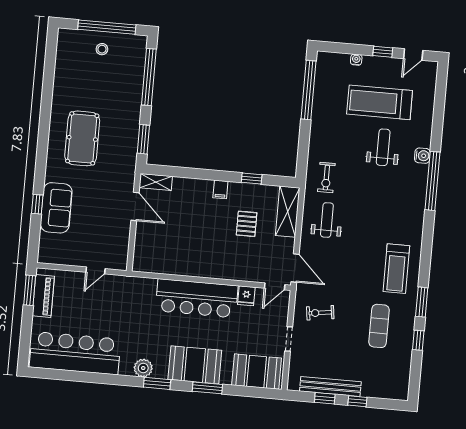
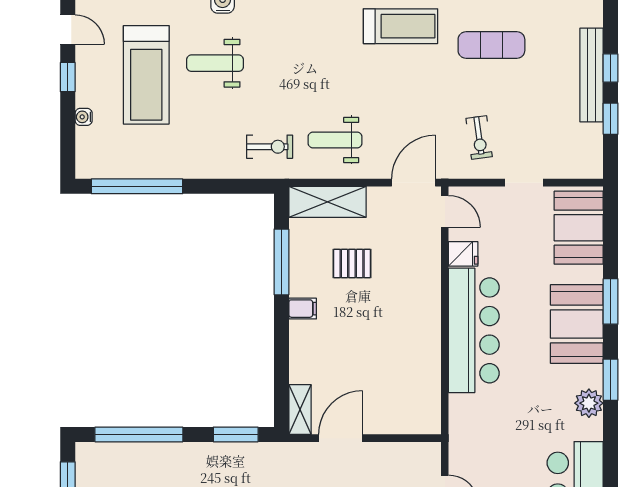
window: (252, 179) -> (281, 262), width x2.17
bench: (330, 386) -> (592, 75), moved

